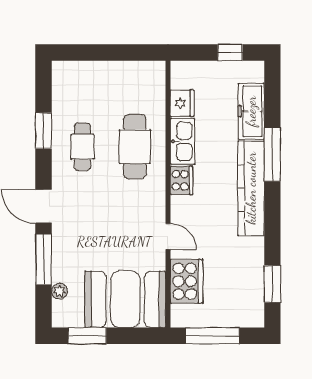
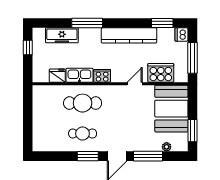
window: (44, 131) -> (88, 156), moved
kitchen counter: (251, 188) -> (129, 35), moved
dishwasher: (253, 317) -> (181, 34), added

